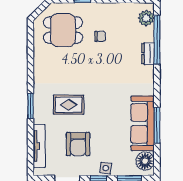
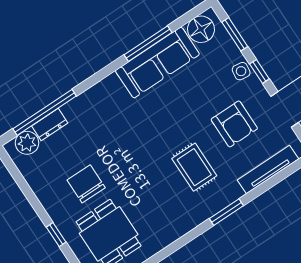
chair: (100, 36) -> (86, 184), width x1.87, depth x1.87
dresser: (148, 54) -> (50, 124), moved
armchair: (78, 144) -> (234, 124), turned 90

